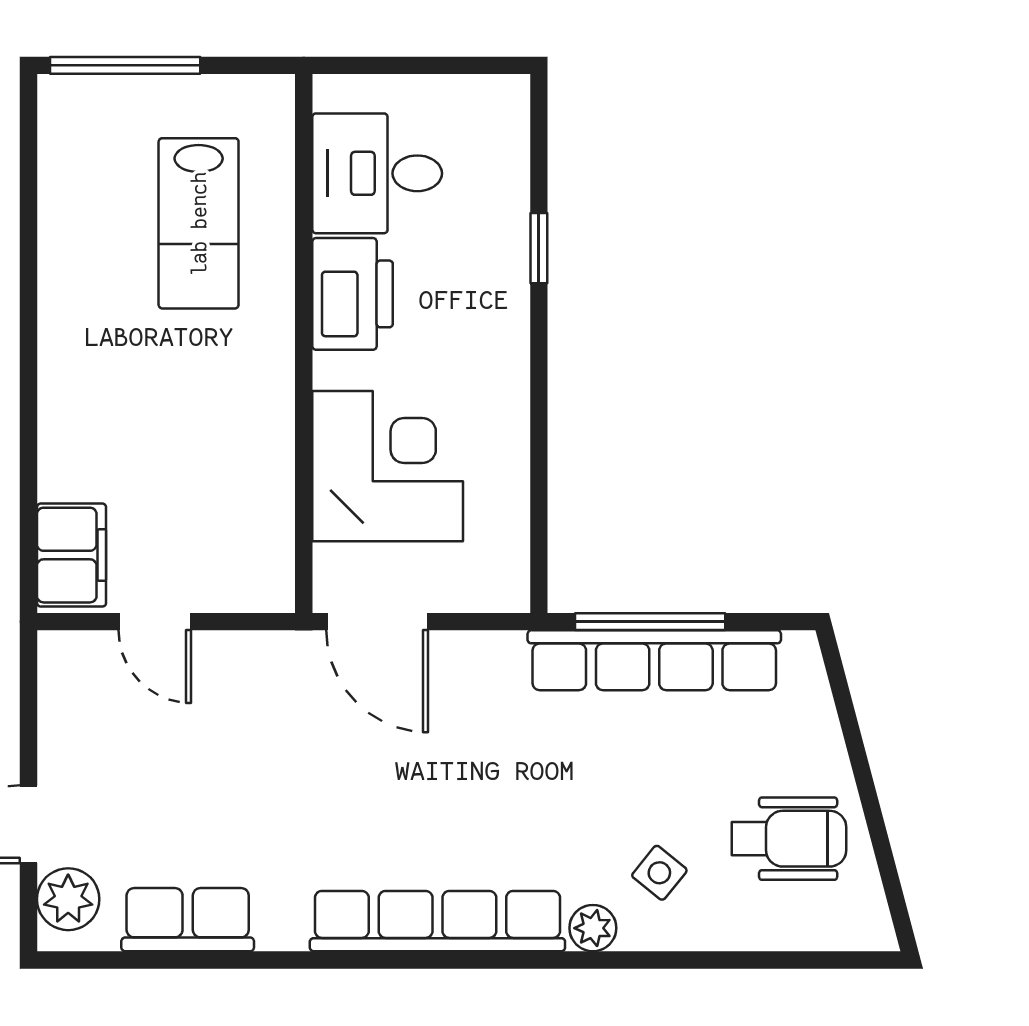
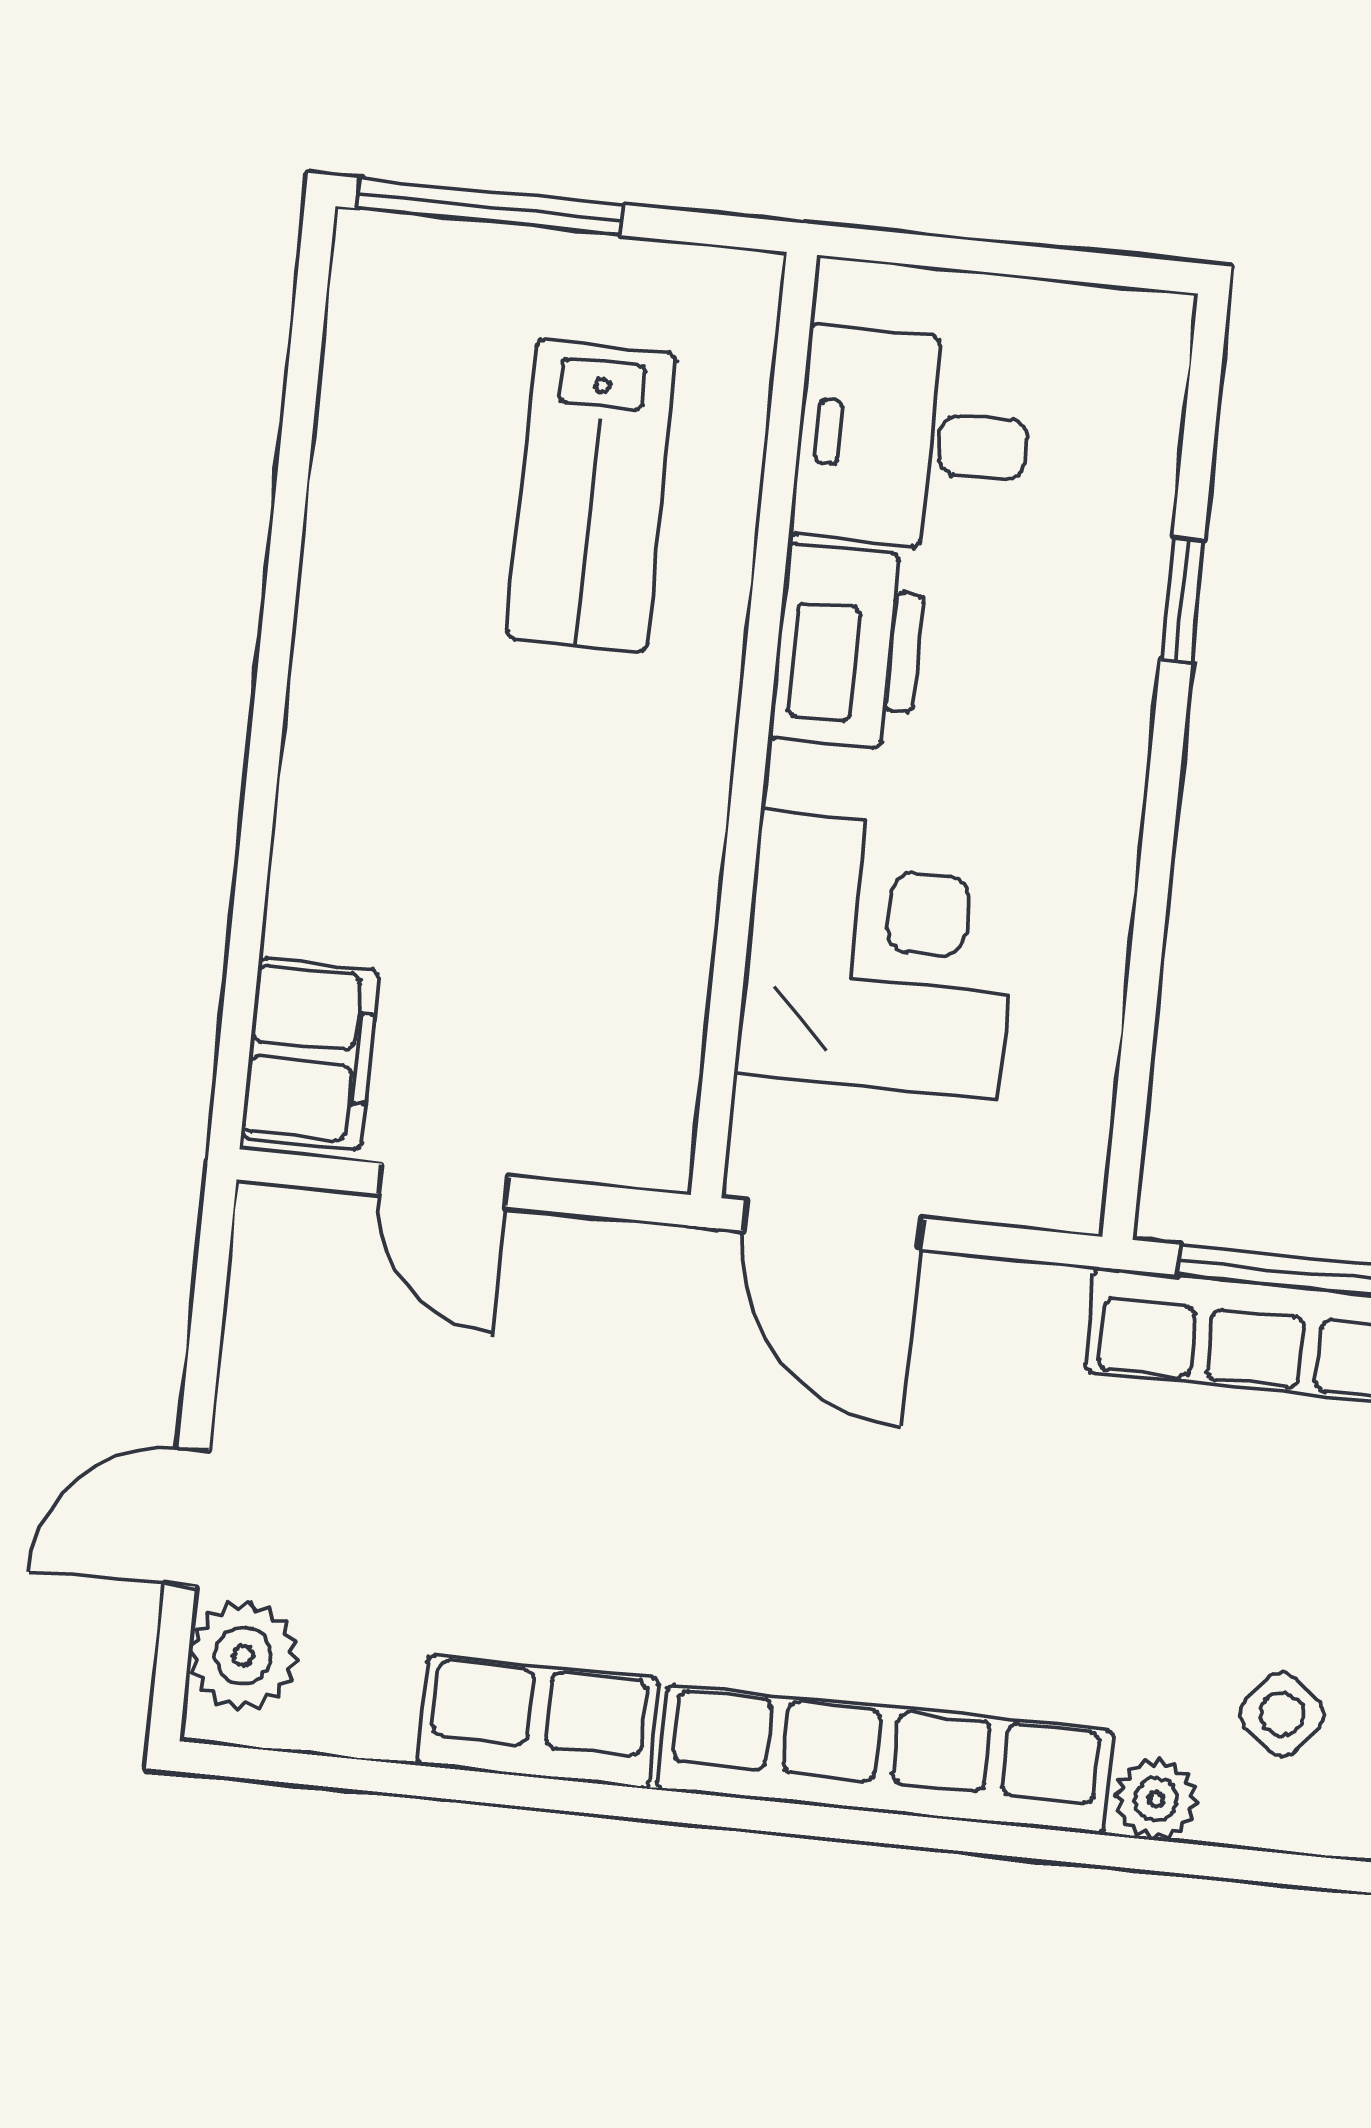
row of seats: (188, 920) -> (538, 1722), moved

